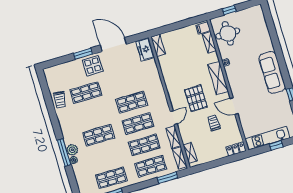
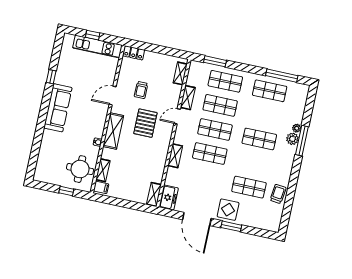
door: (234, 106) -> (113, 95), swing flipped
shelving: (180, 158) -> (175, 156), moved

